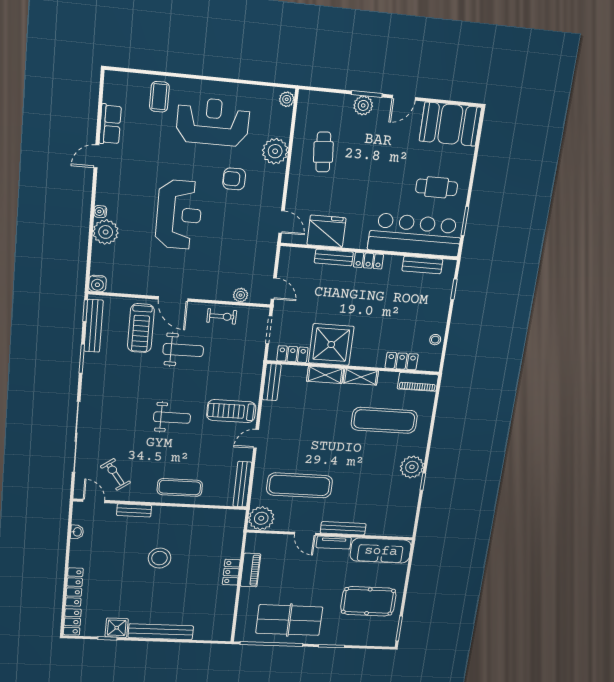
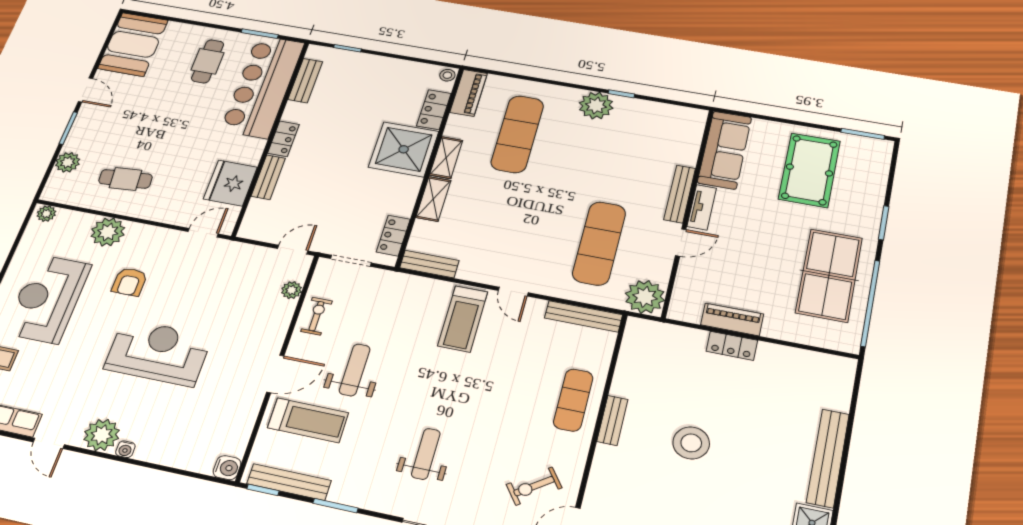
plant: (363, 105) -> (68, 162), moved
plant: (106, 232) -> (102, 435), moved
stool: (435, 340) -> (447, 75), moved
shower: (331, 345) -> (404, 149), moved
weight bench: (172, 418) -> (426, 454), moved
bench: (134, 510) -> (612, 420), moved

